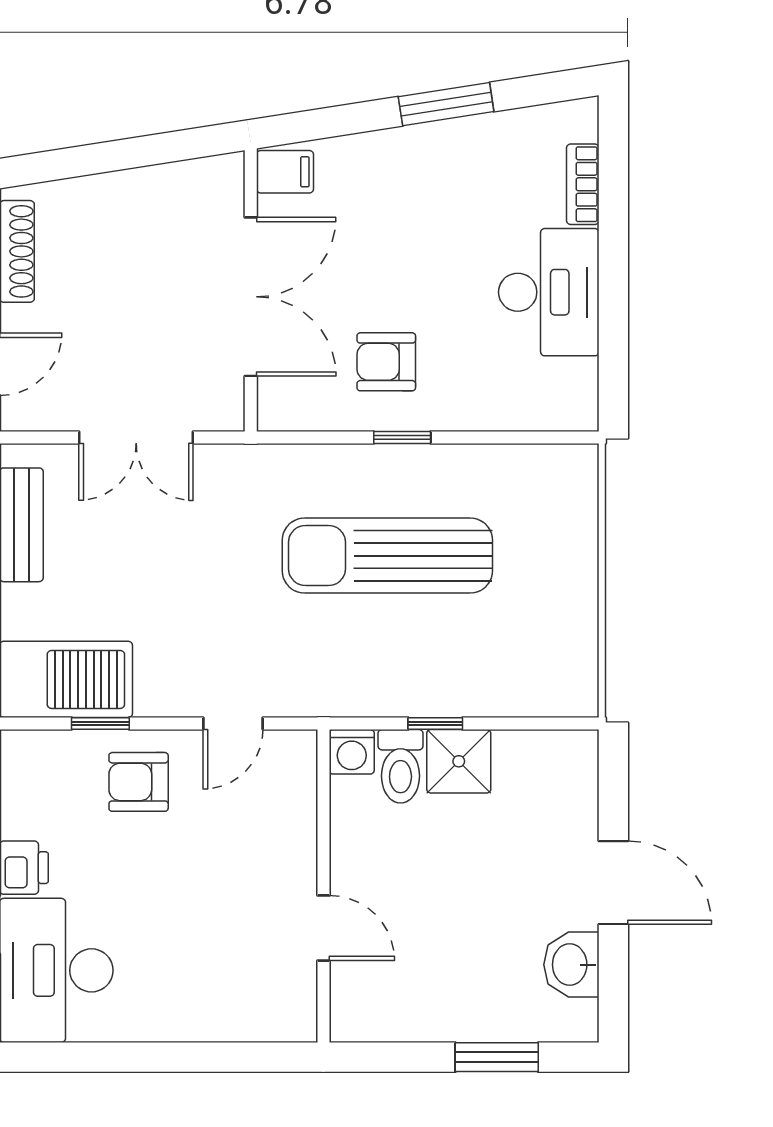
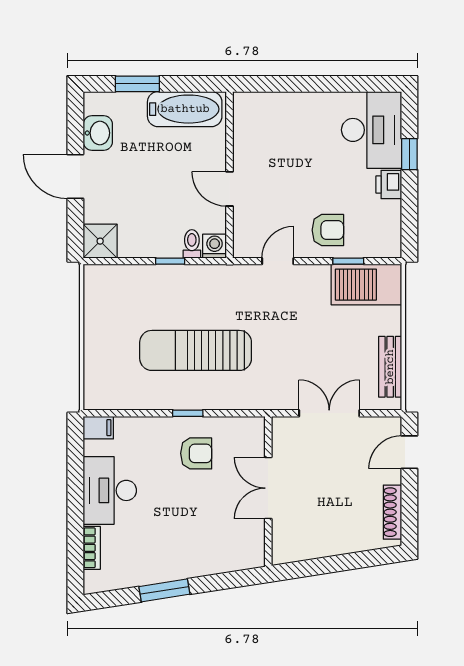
filing cabinet: (285, 172) -> (98, 428), moved, turned 180
double door: (251, 297) -> (268, 488), width x0.73
sun lounger: (387, 556) -> (196, 350), turned 180
shower: (459, 761) -> (100, 241), moved
toilet: (400, 766) -> (192, 244), width x0.73, depth x0.72
door: (323, 928) -> (230, 189), moved
bathtub: (408, 1010) -> (185, 109), added

